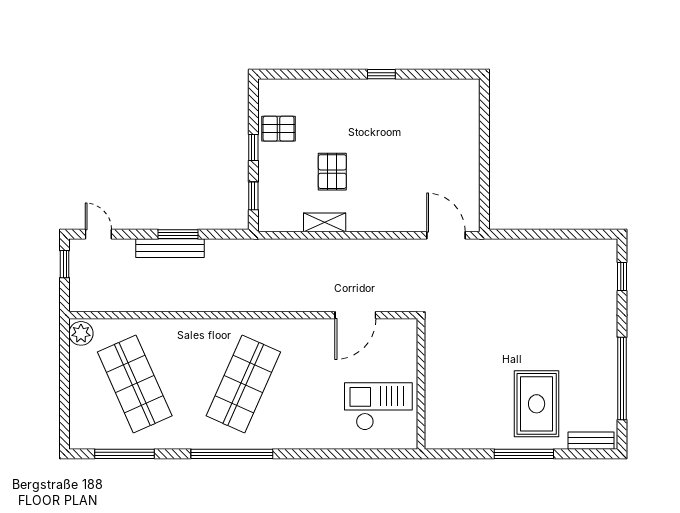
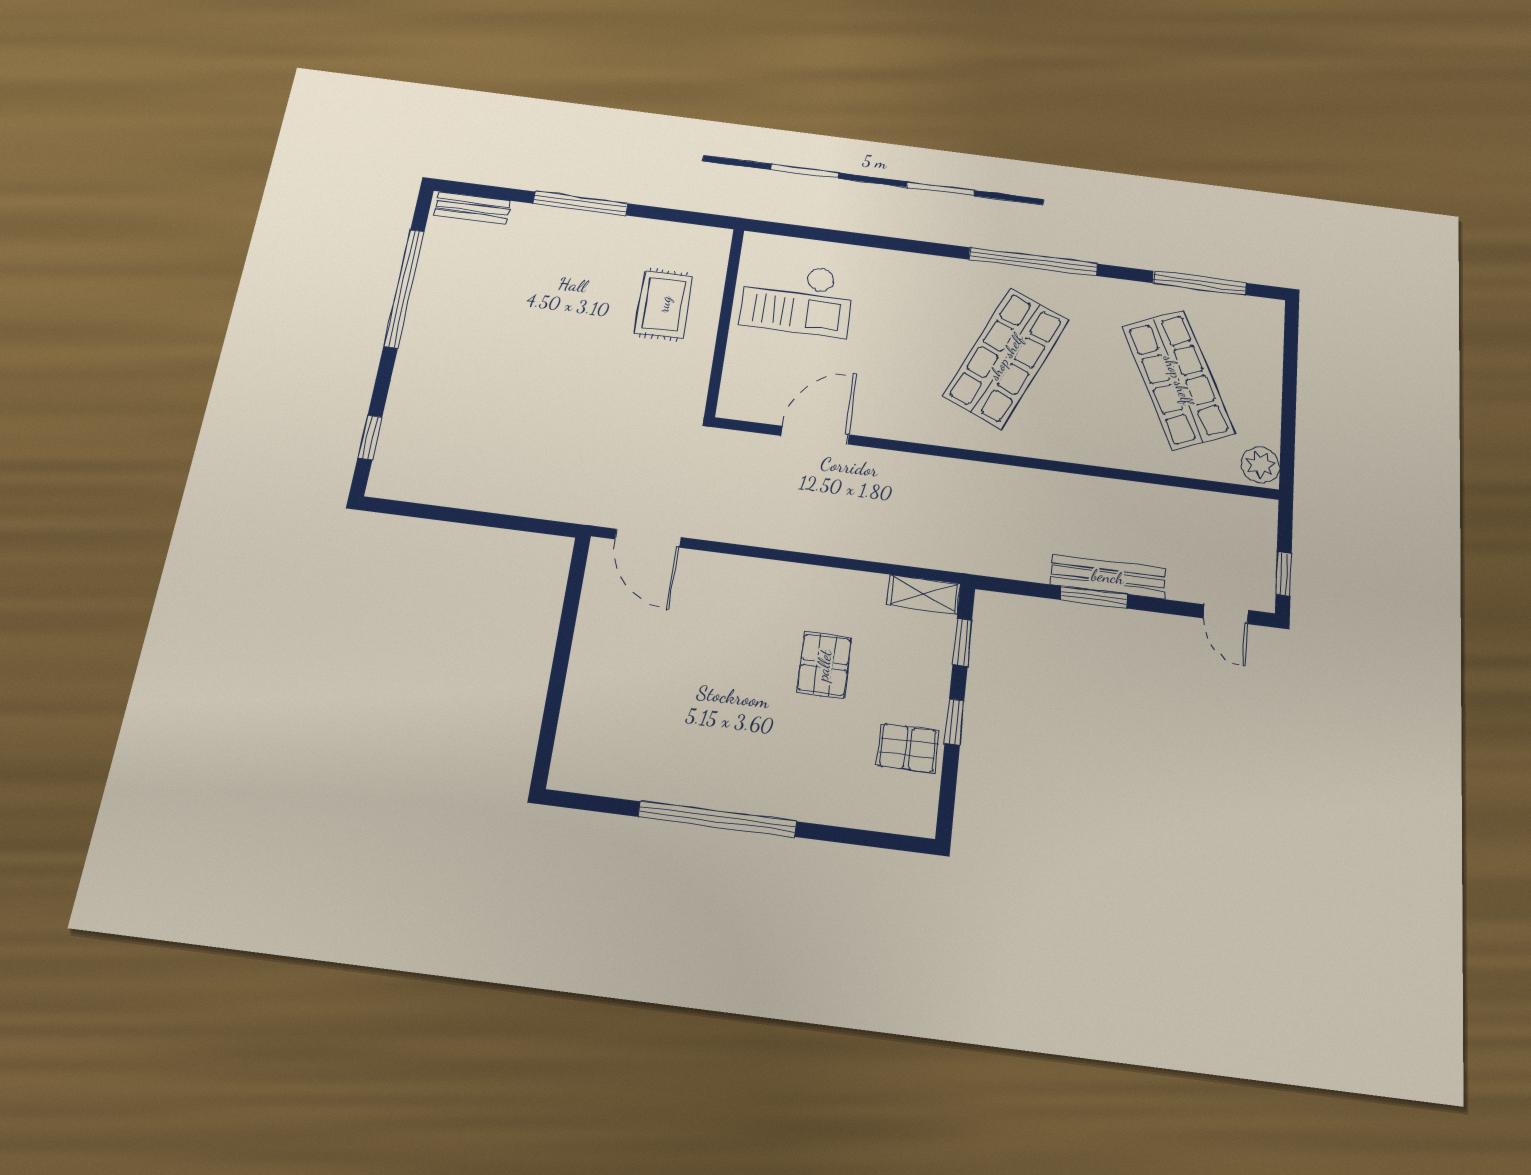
window: (381, 74) -> (717, 819), width x3.17
shelving: (325, 222) -> (924, 594), moved
rug: (537, 404) -> (664, 304), moved, width x0.73, depth x0.70

